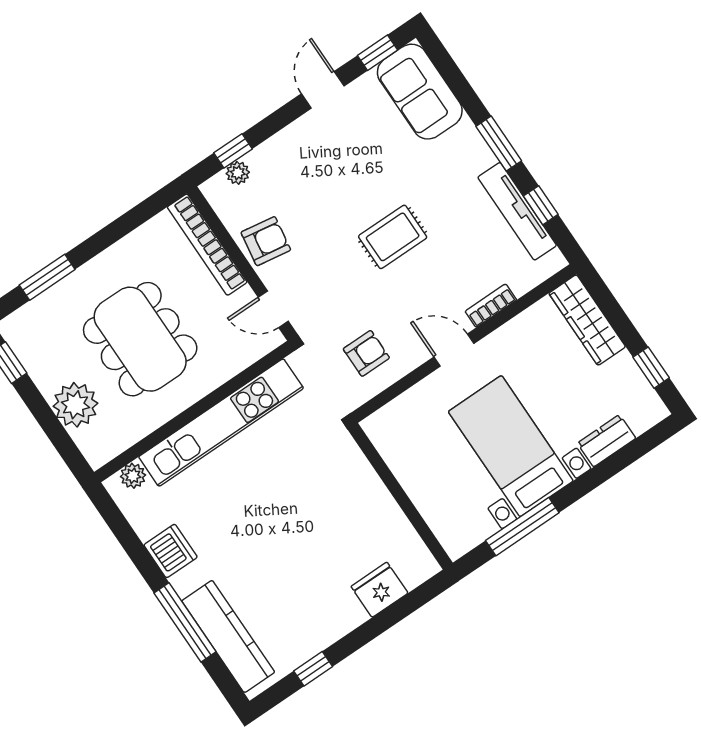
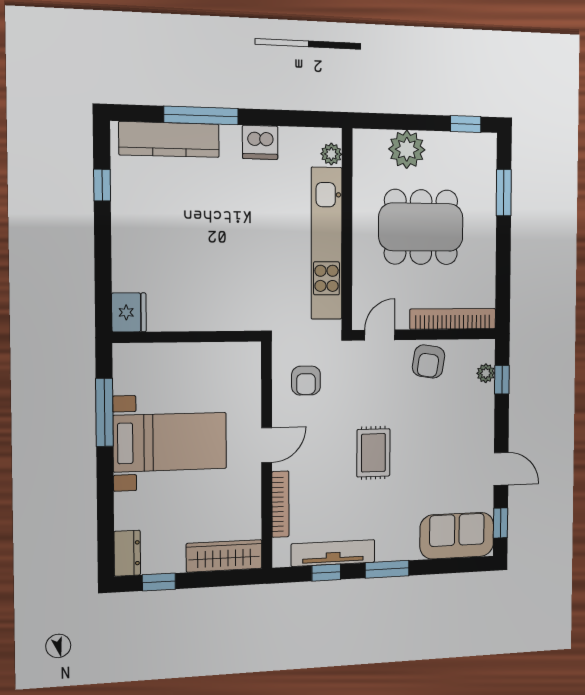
bookcase: (491, 306) -> (280, 504), width x1.56
dresser: (607, 441) -> (127, 553), moved
fridge: (380, 590) -> (129, 312), moved

